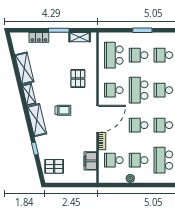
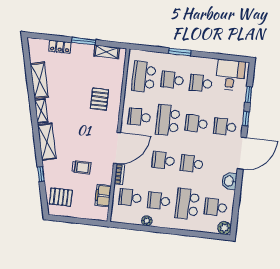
trolley: (63, 110) -> (81, 167), moved

